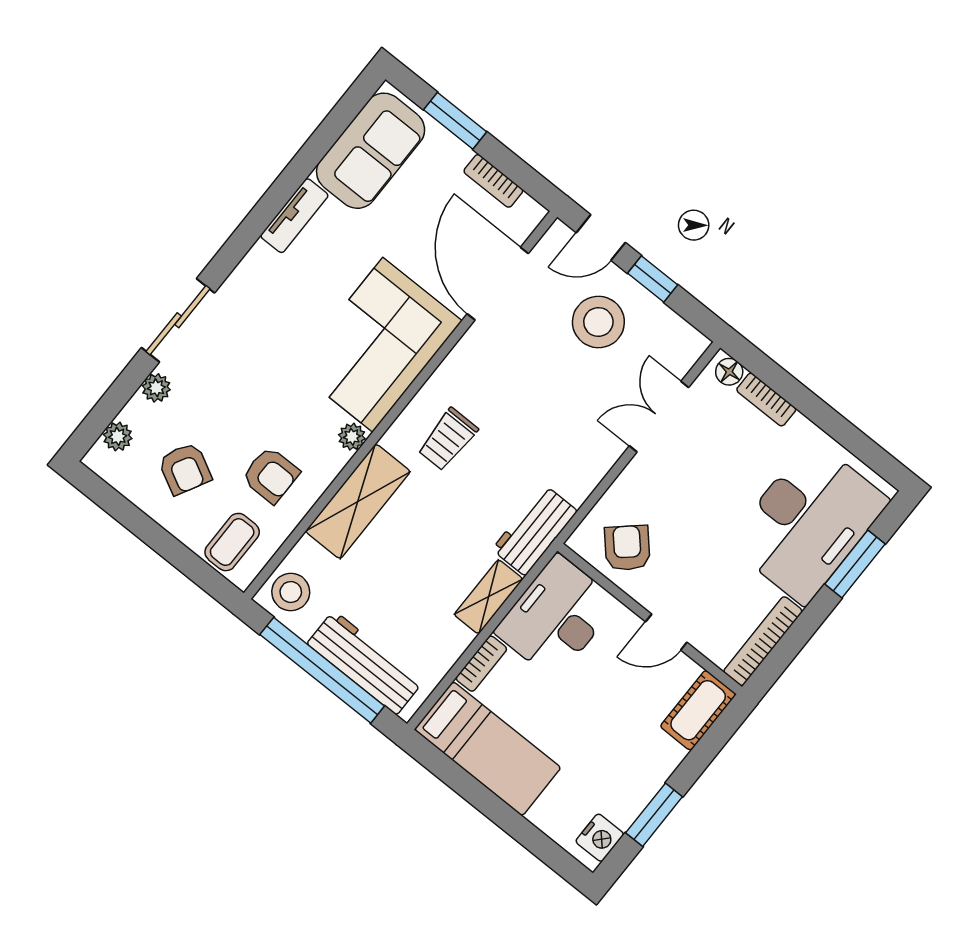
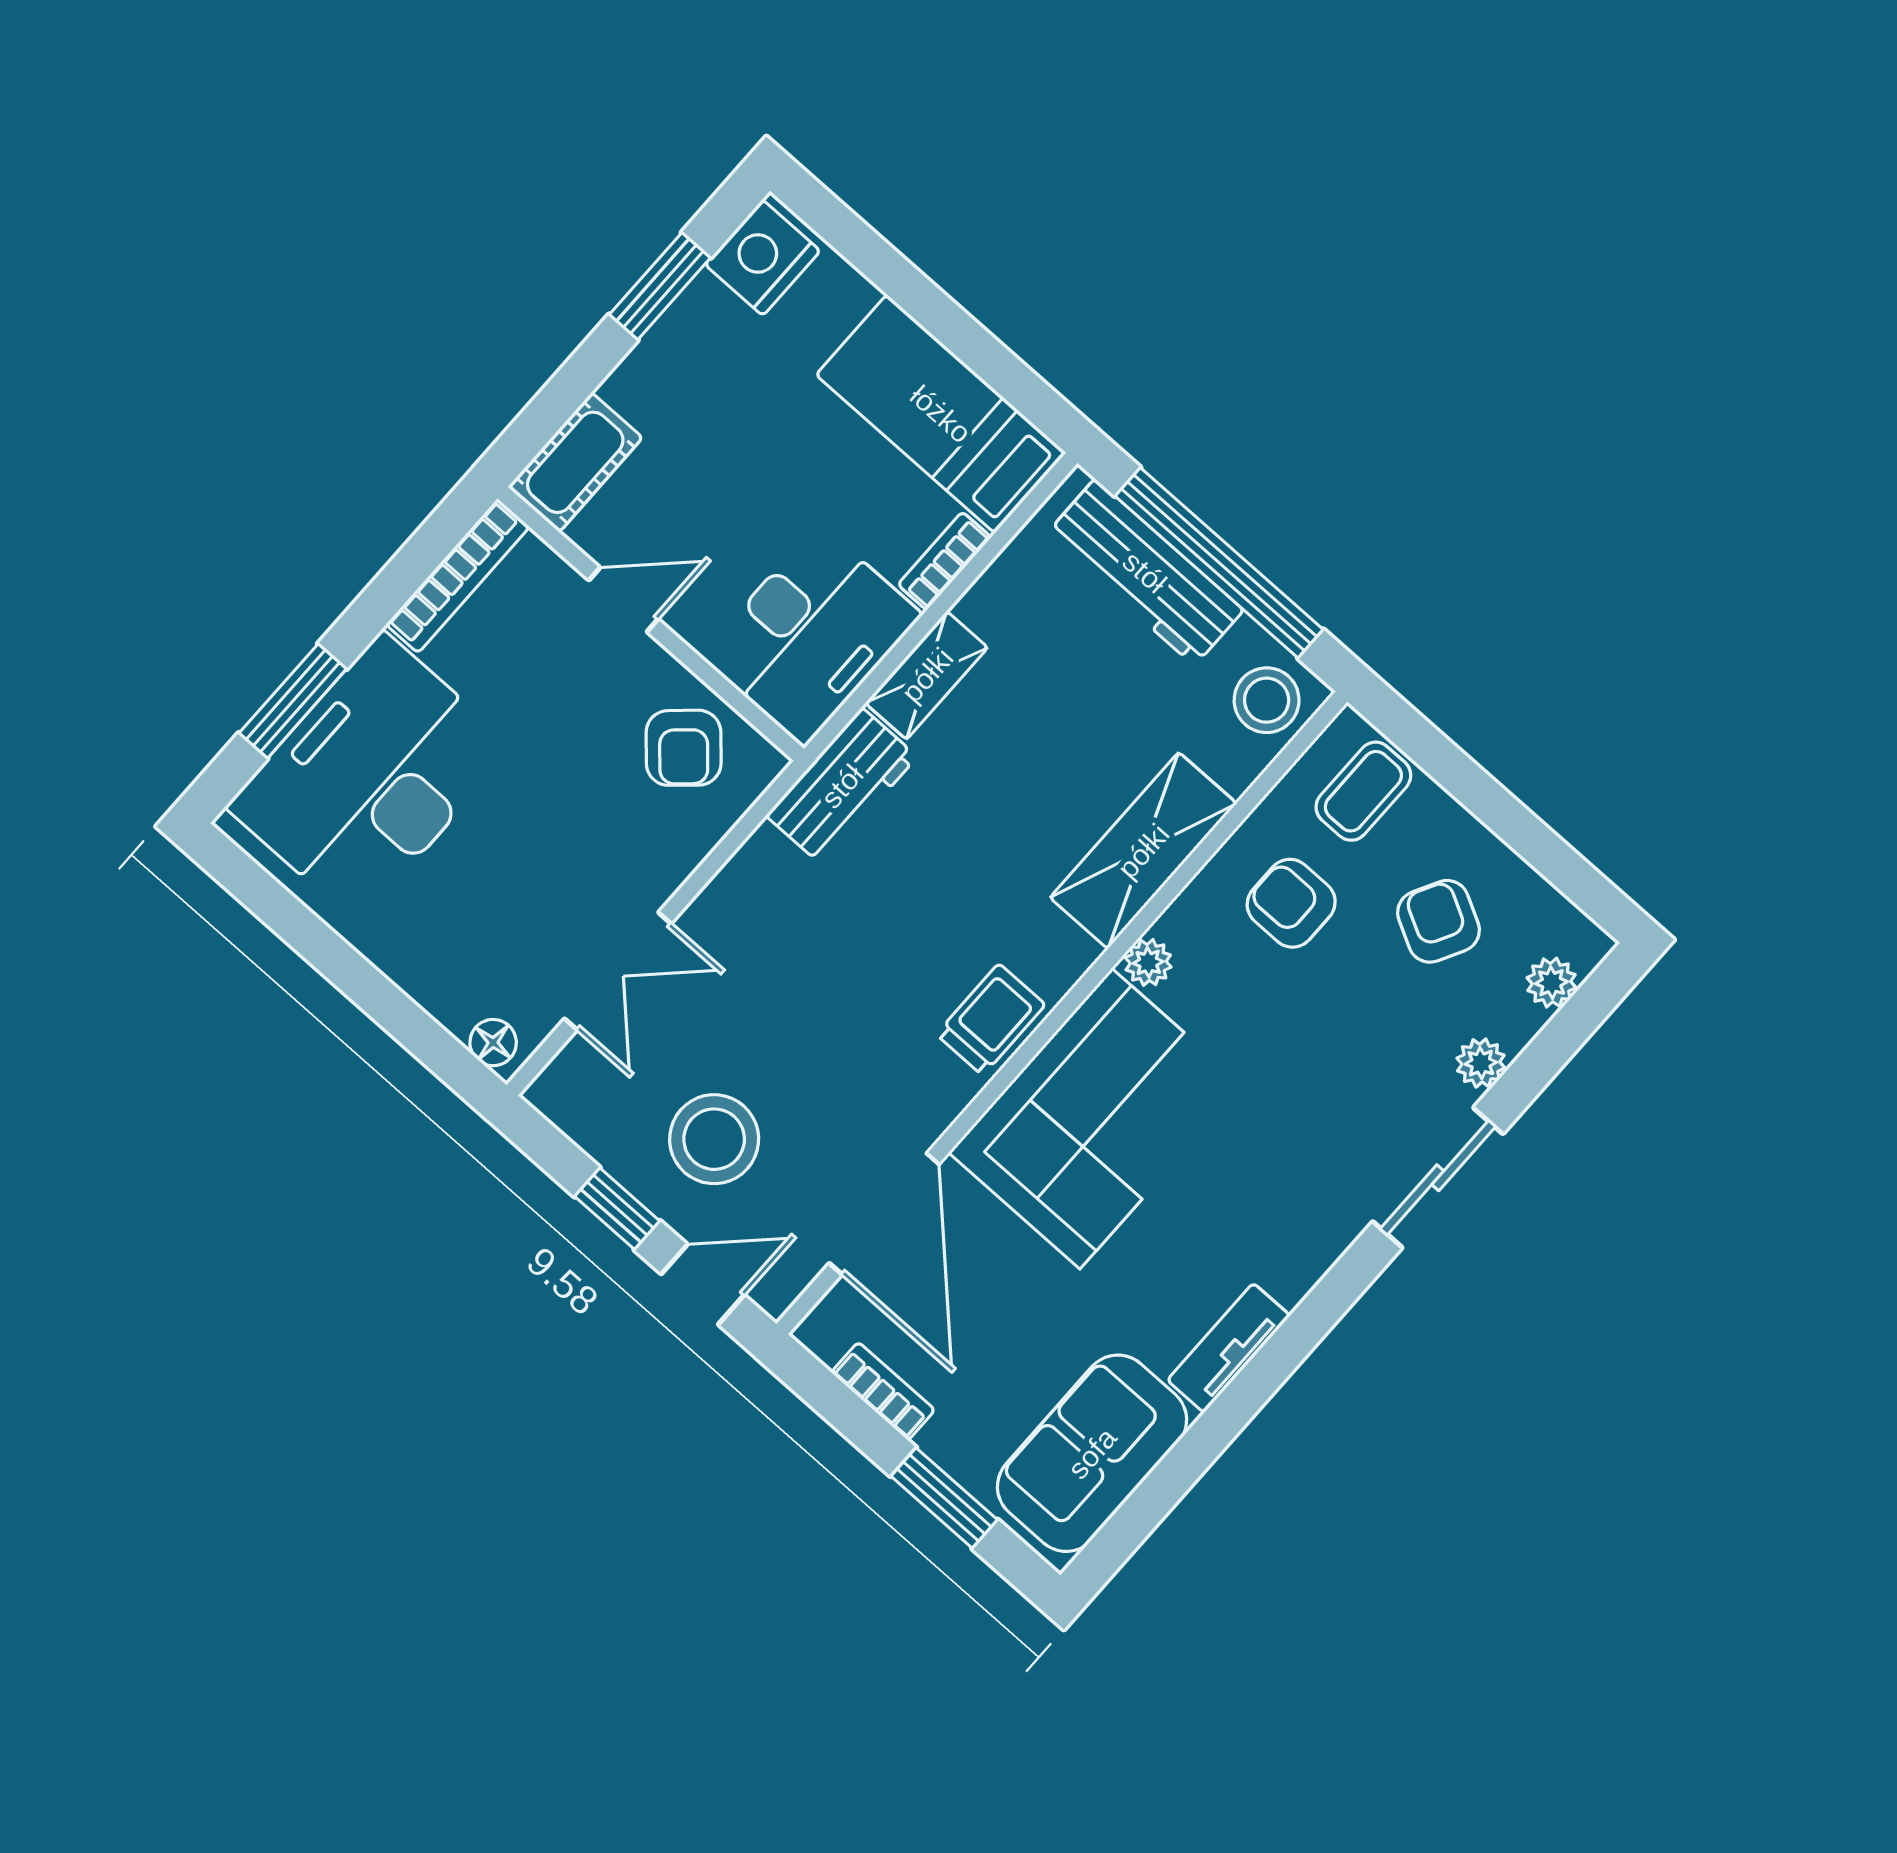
bookcase: (766, 399) -> (432, 992), removed
trolley: (448, 439) -> (991, 1019), moved
nightstand: (600, 838) -> (763, 258), width x1.36, depth x1.33

